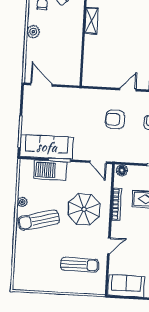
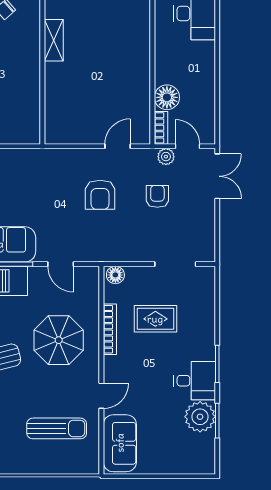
armchair: (115, 119) -> (100, 195), turned -90
door: (98, 162) -> (61, 264), moved
sofa: (126, 286) -> (120, 443), moved, turned 90

